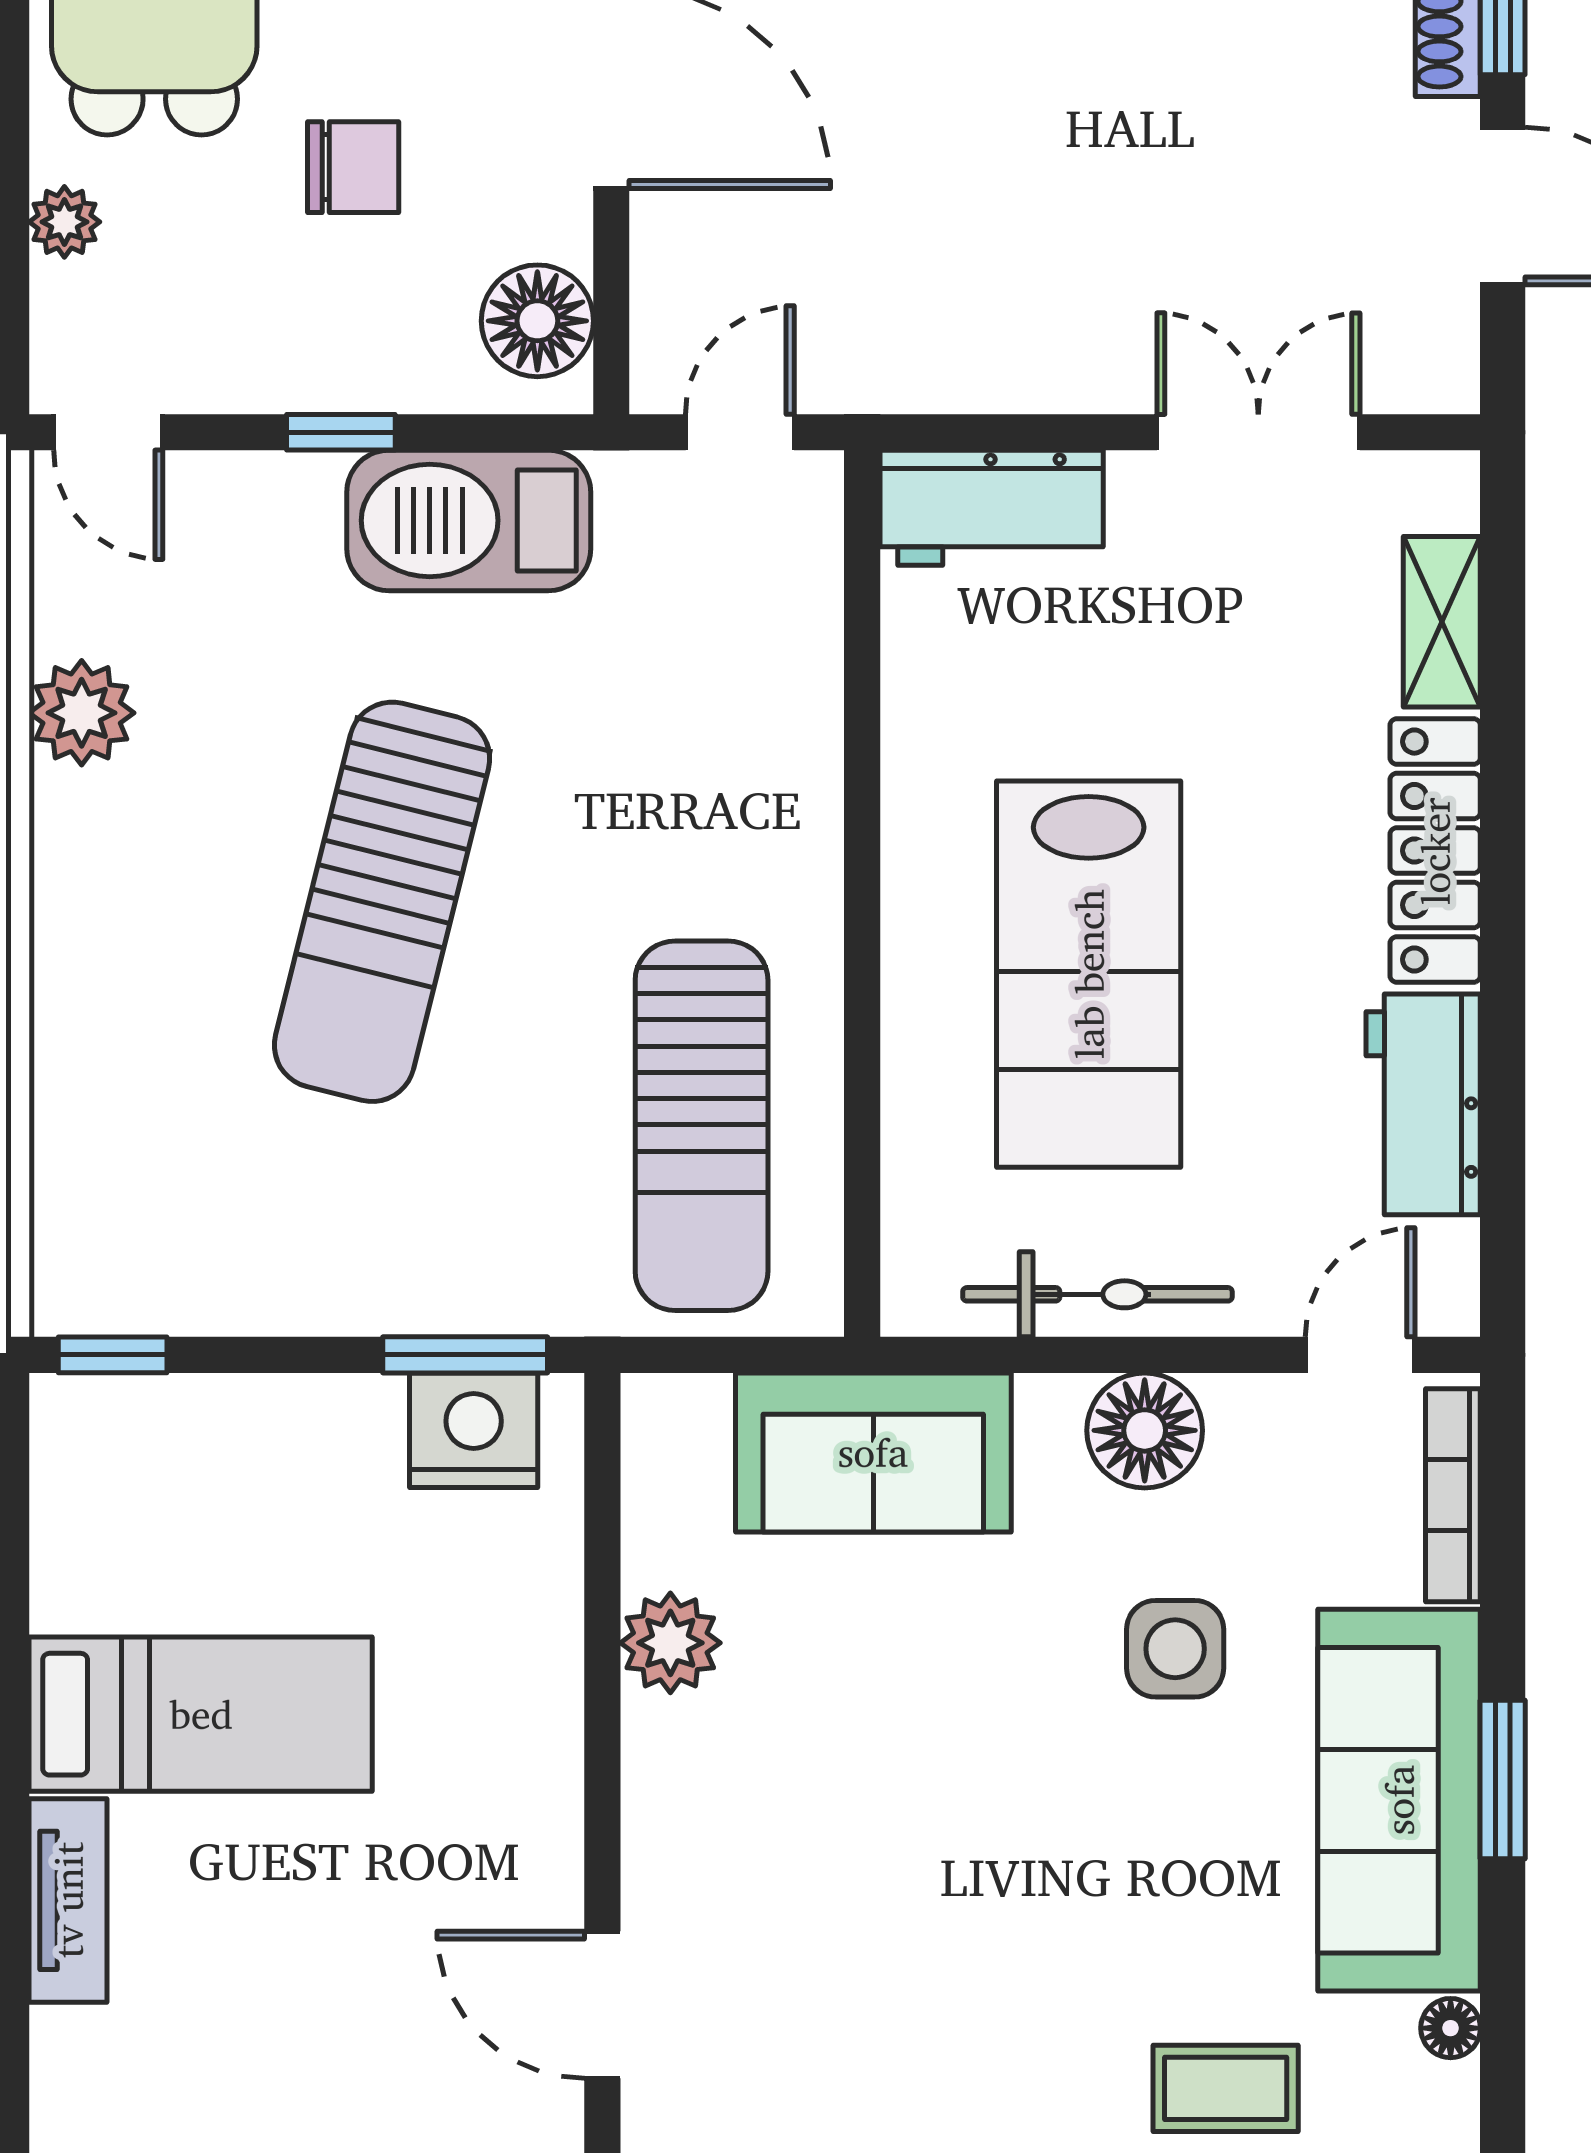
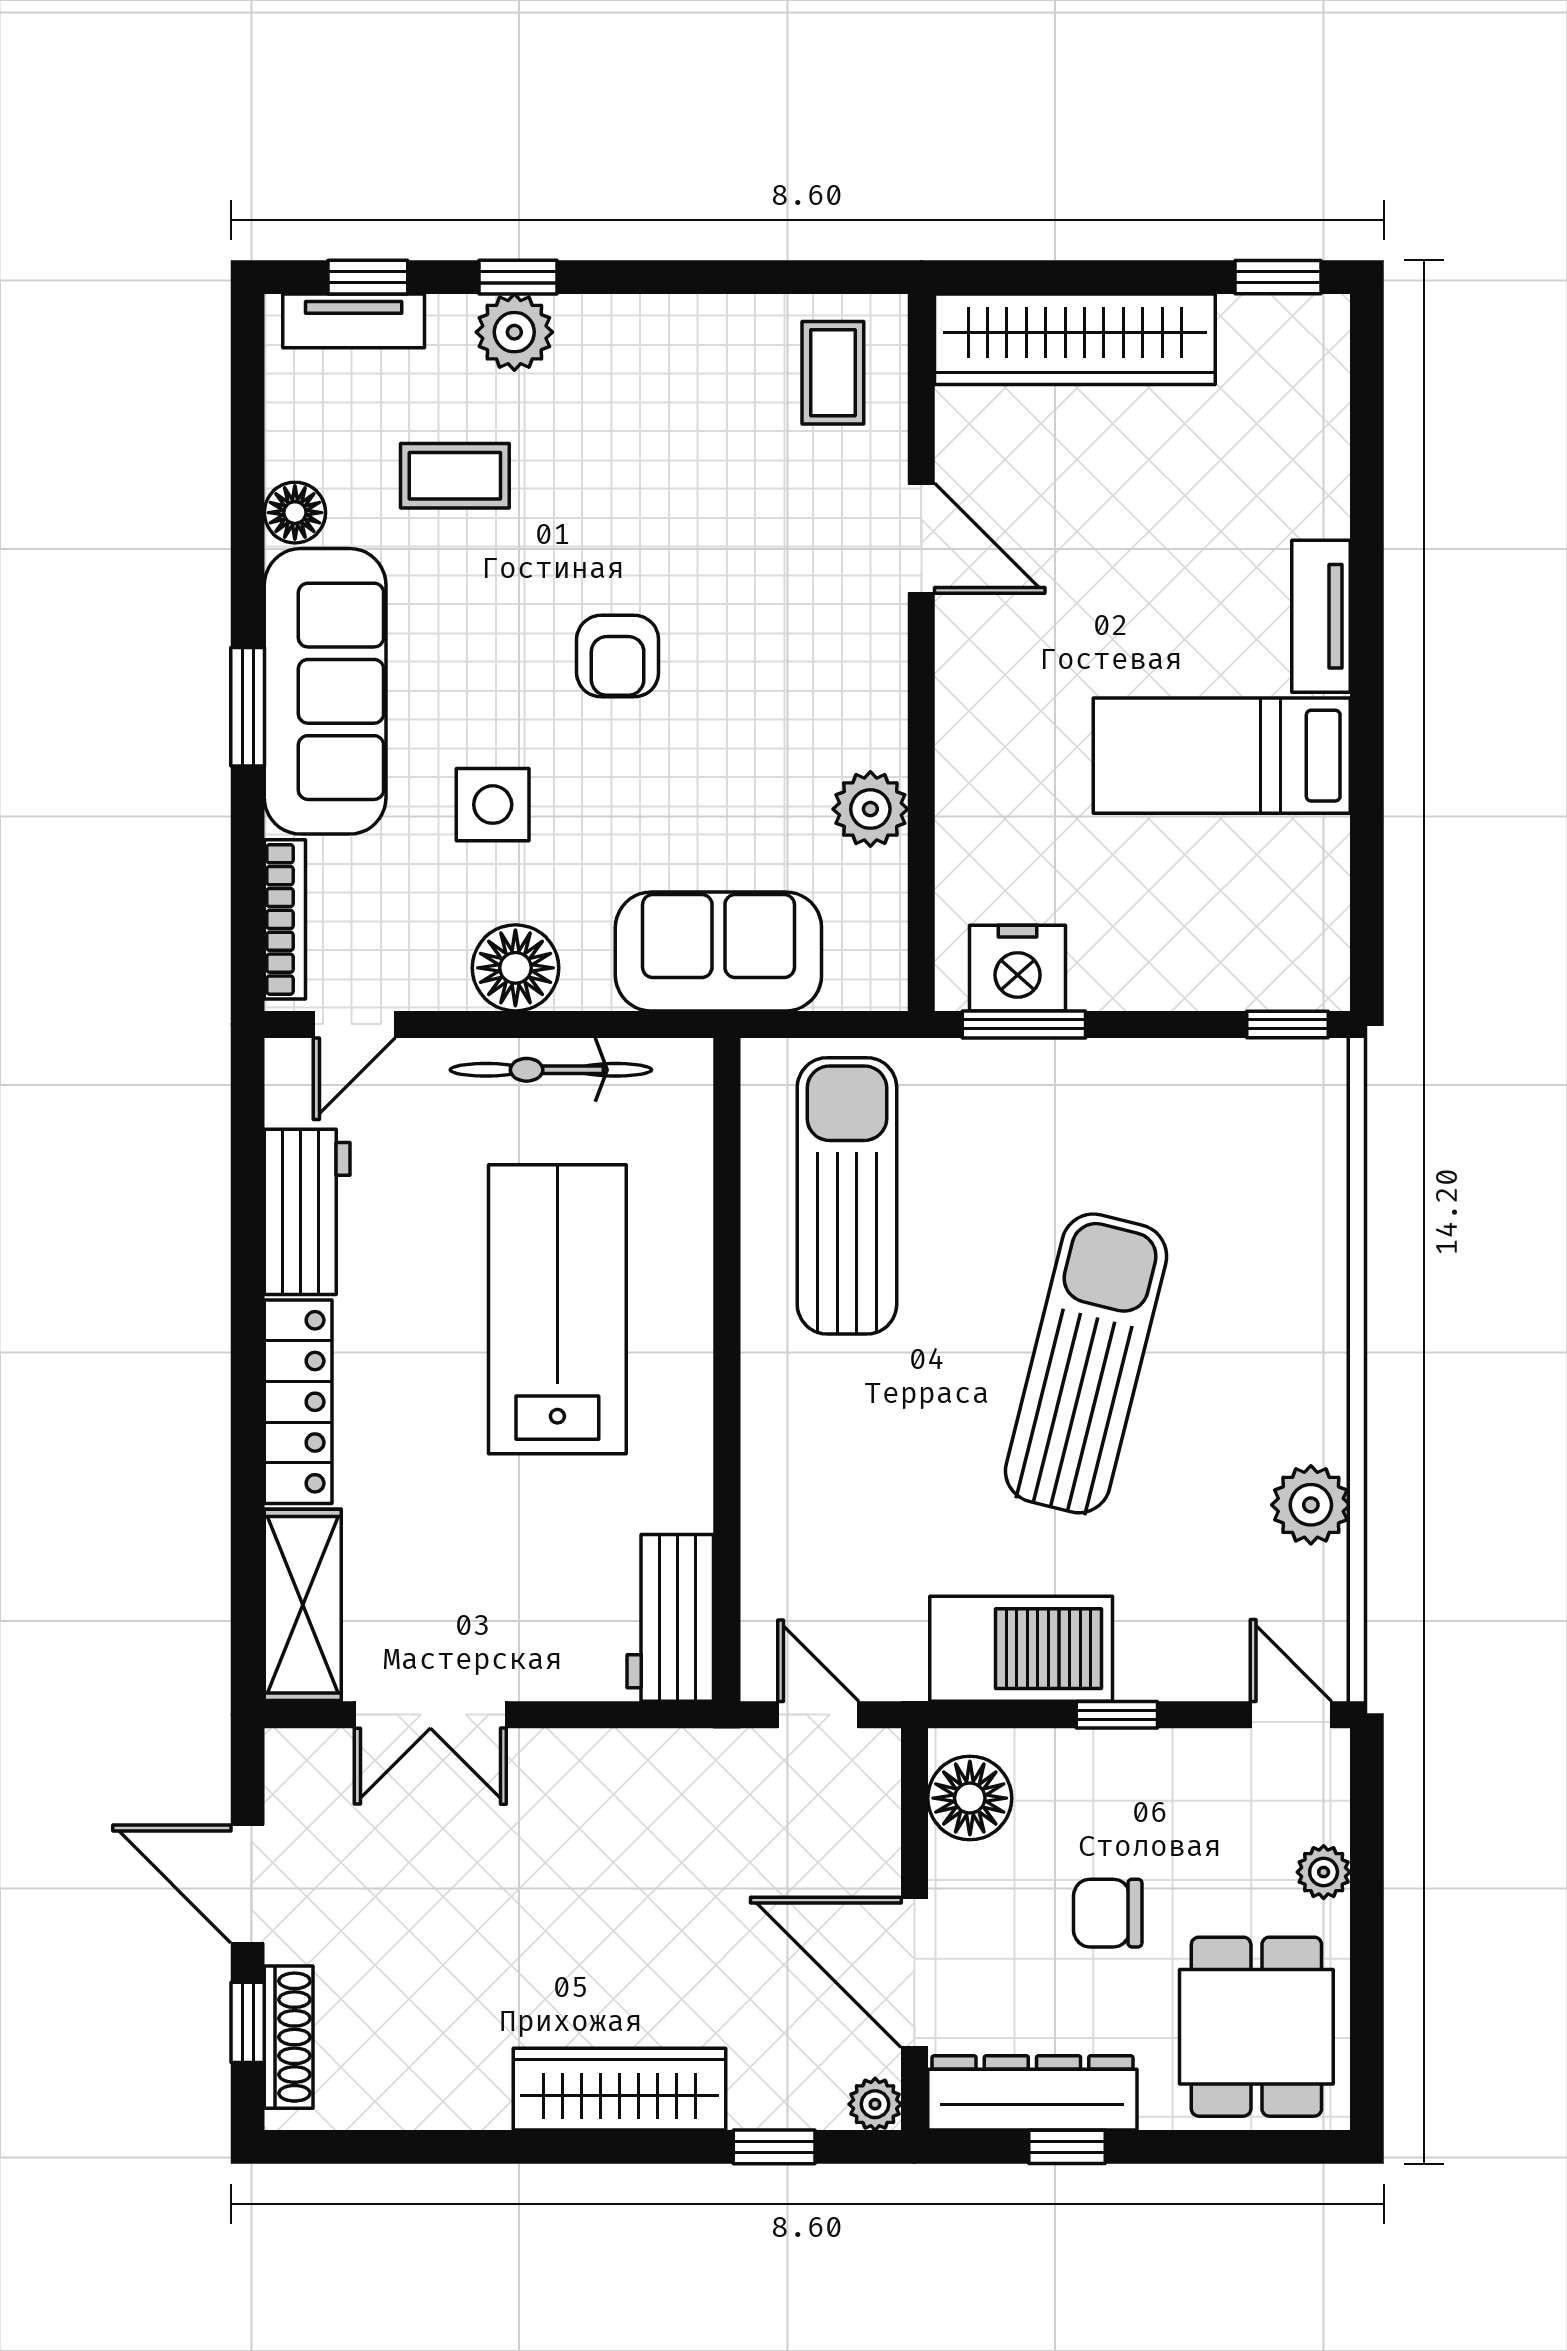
door: (740, 432) -> (818, 1715), swing flipped
workbench: (992, 508) -> (670, 1618), moved, turned -90
shelving: (1442, 622) -> (303, 1605), width x1.50, depth x1.33
armchair: (1008, 1847) -> (618, 656), added
floor lamp: (1451, 2028) -> (295, 513), width x1.37, depth x1.37

